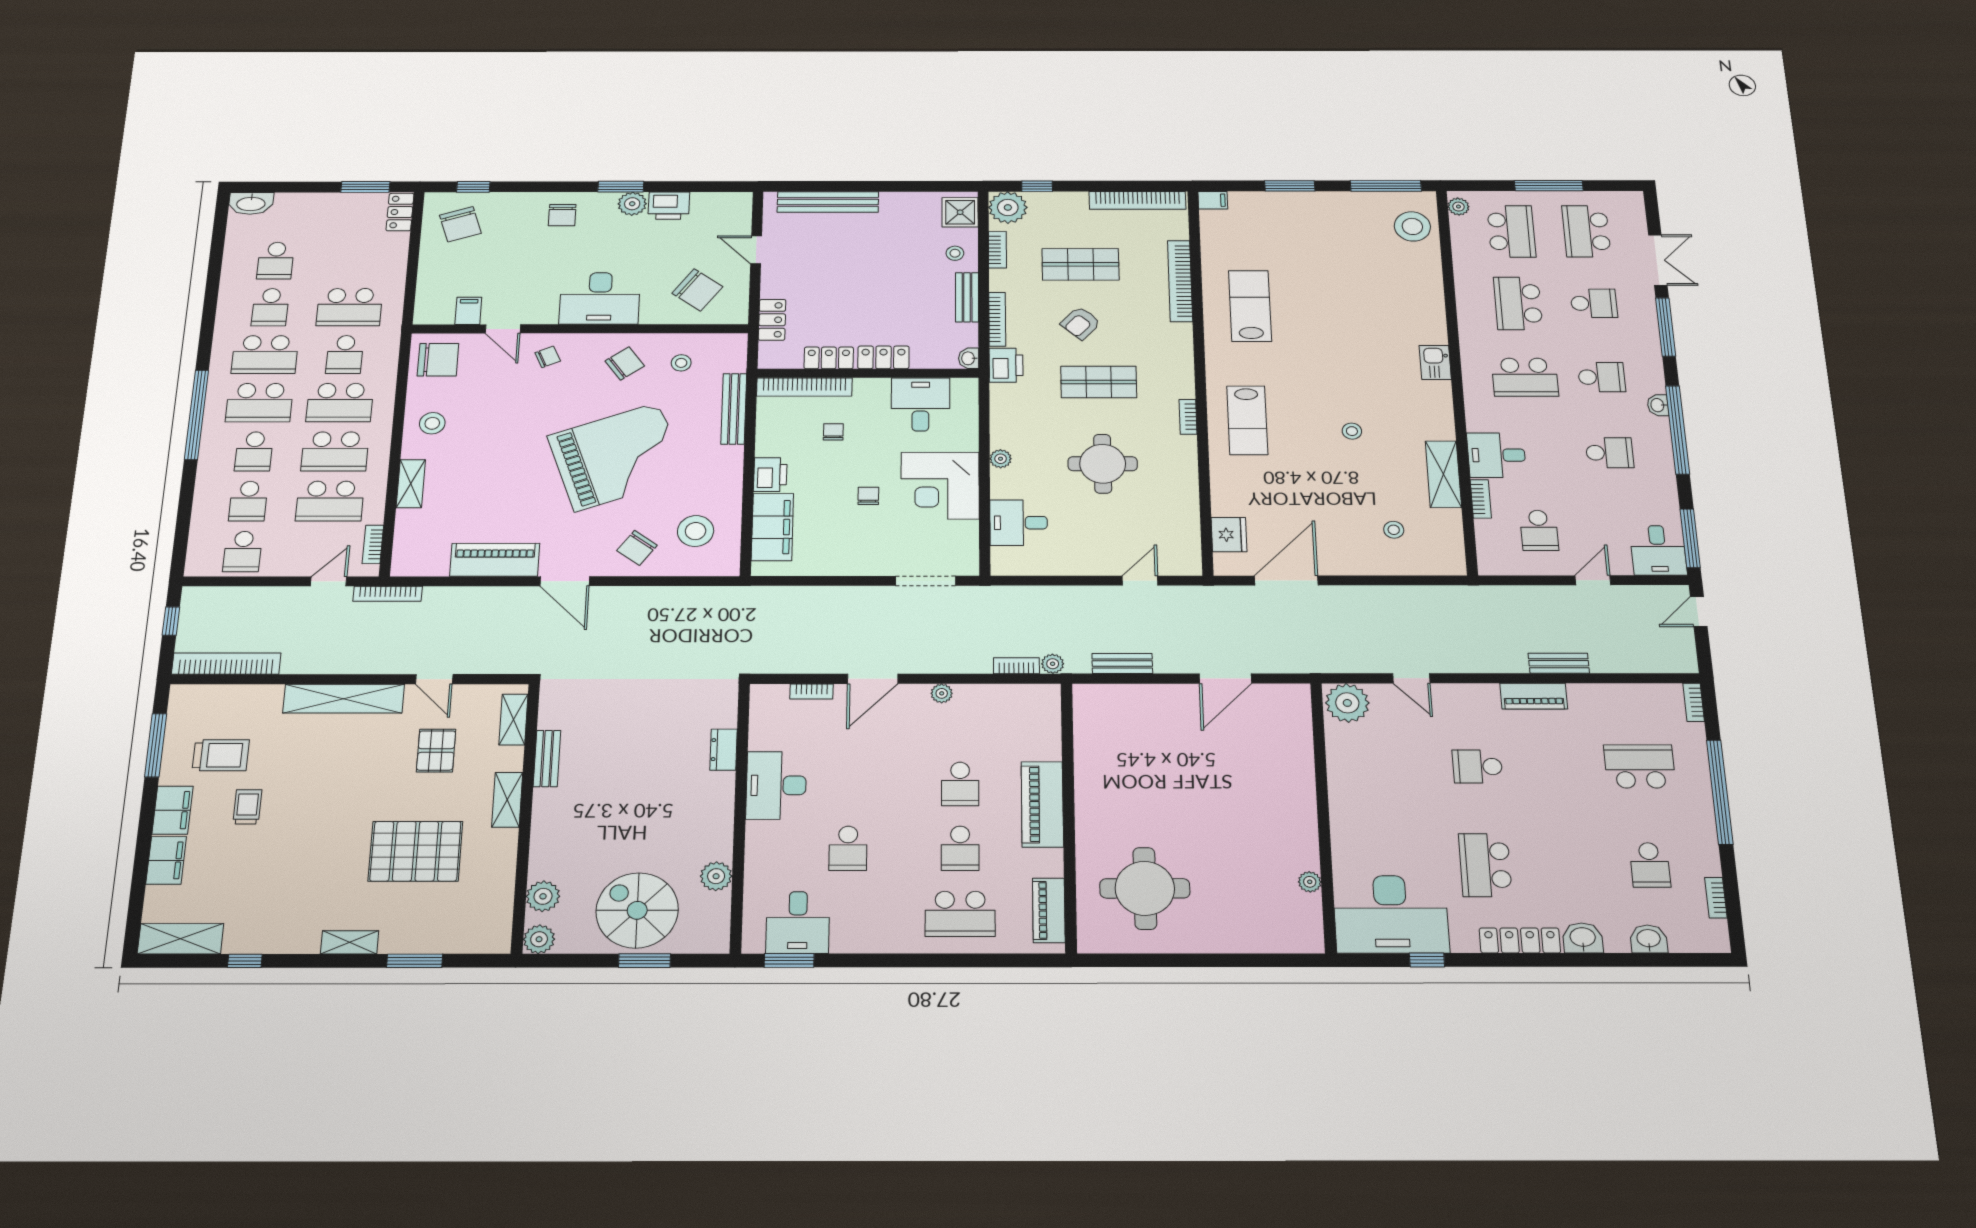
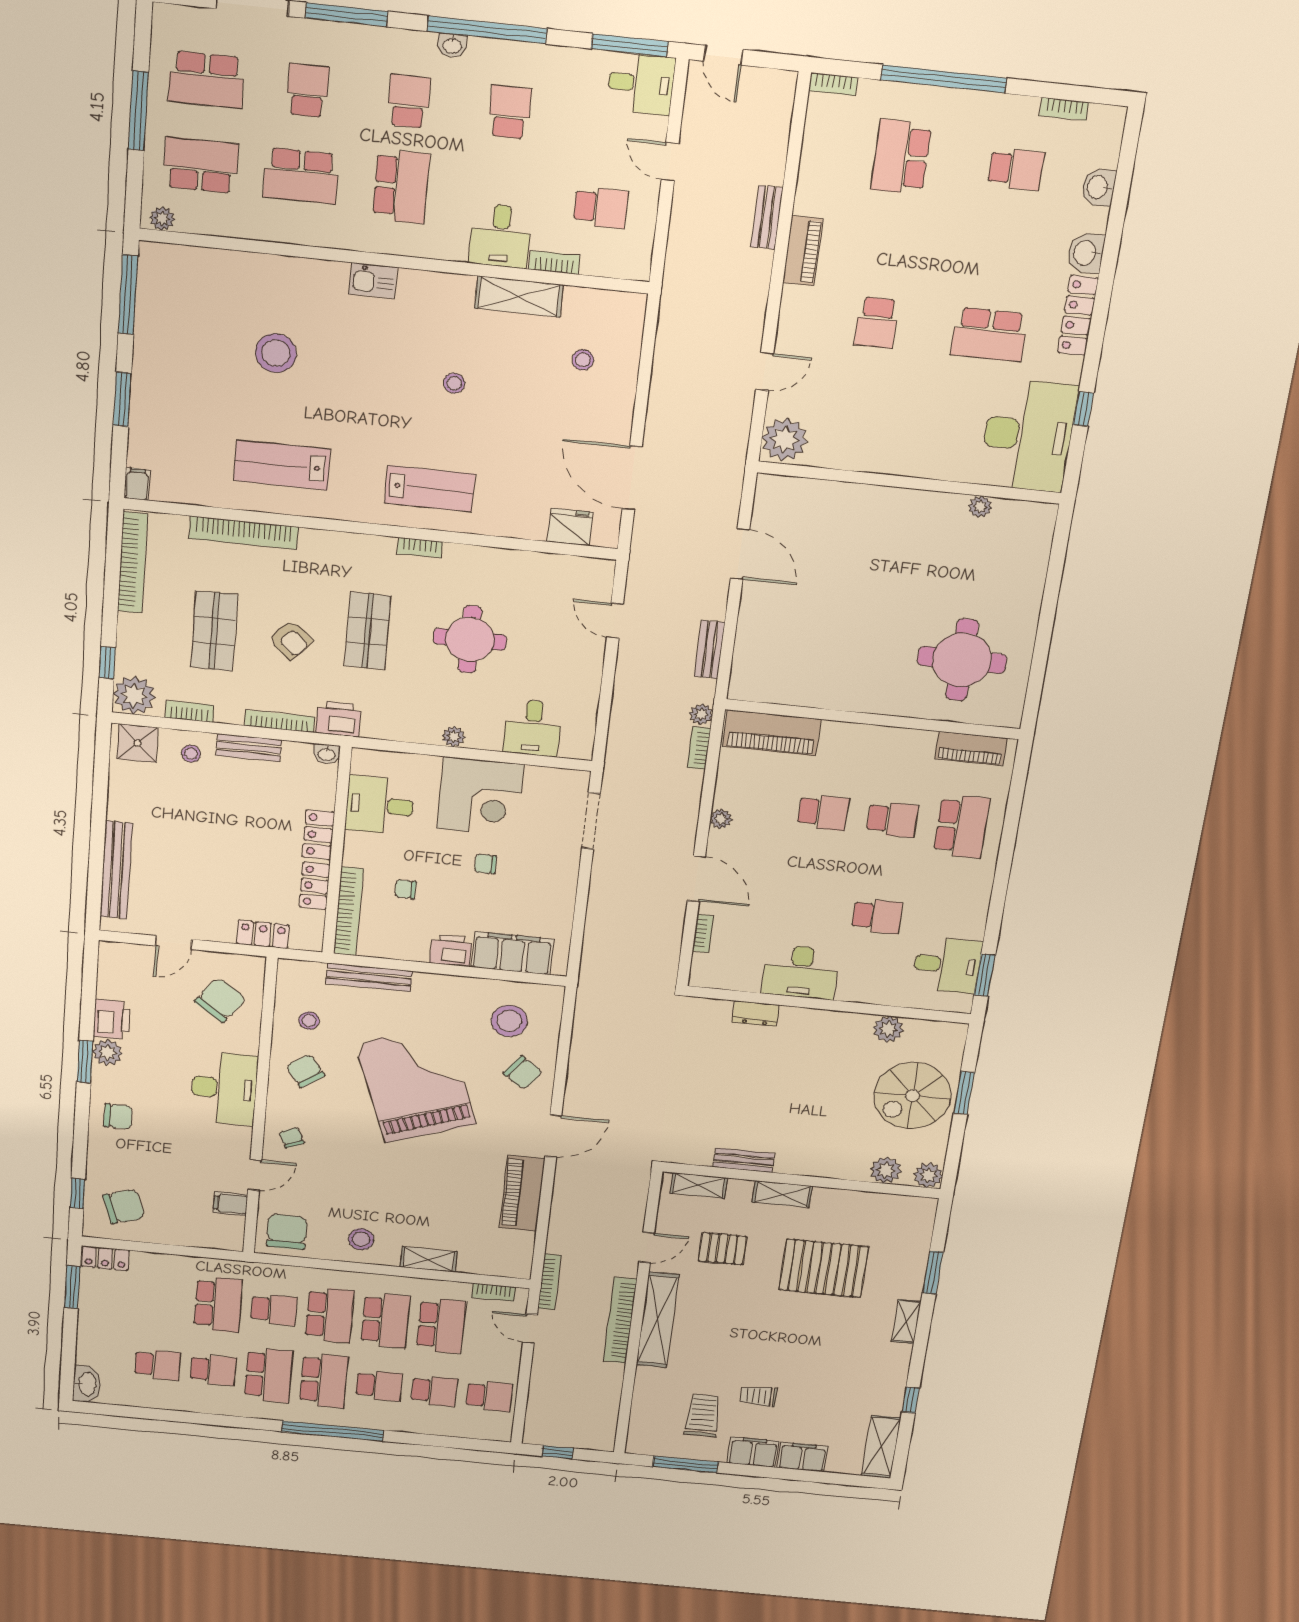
stool: (1412, 226) -> (276, 353), moved
bookcase: (226, 664) -> (620, 1320), moved
piano: (1042, 804) -> (772, 733), moved
pallet: (416, 851) -> (824, 1268), turned 90

